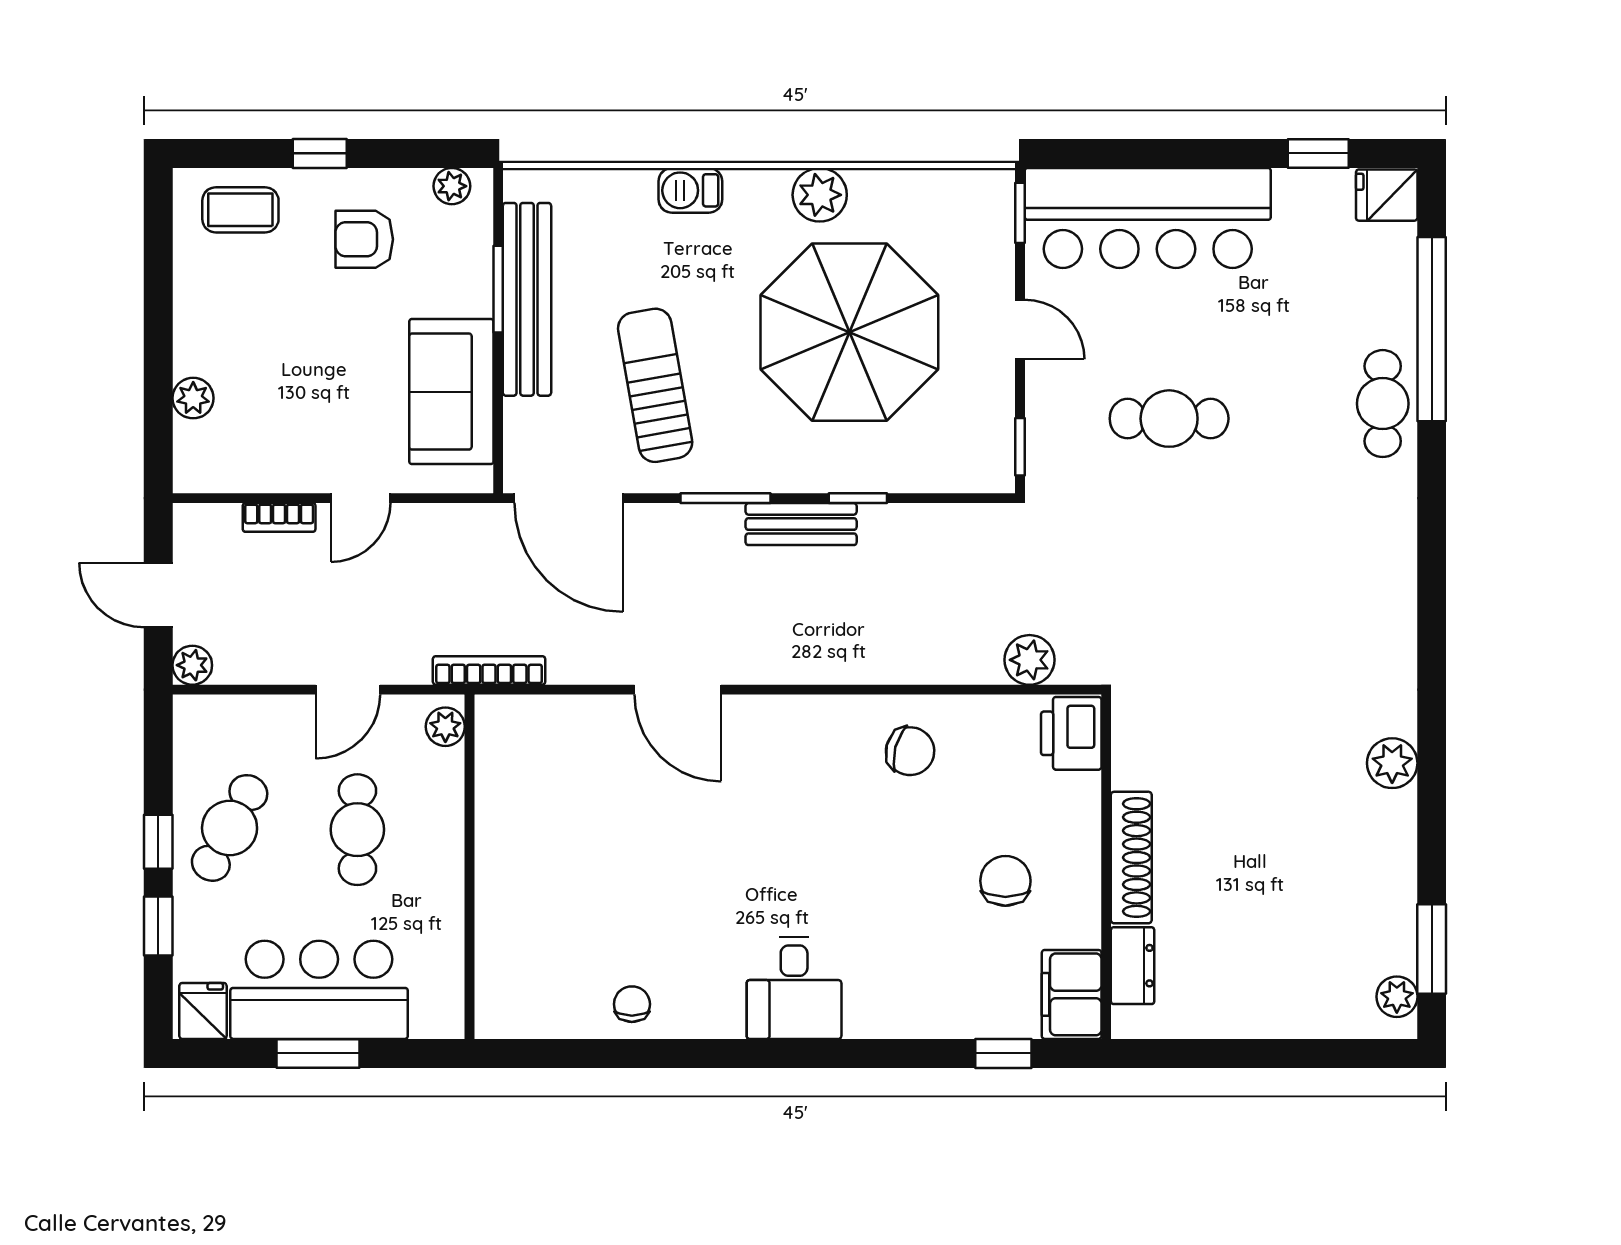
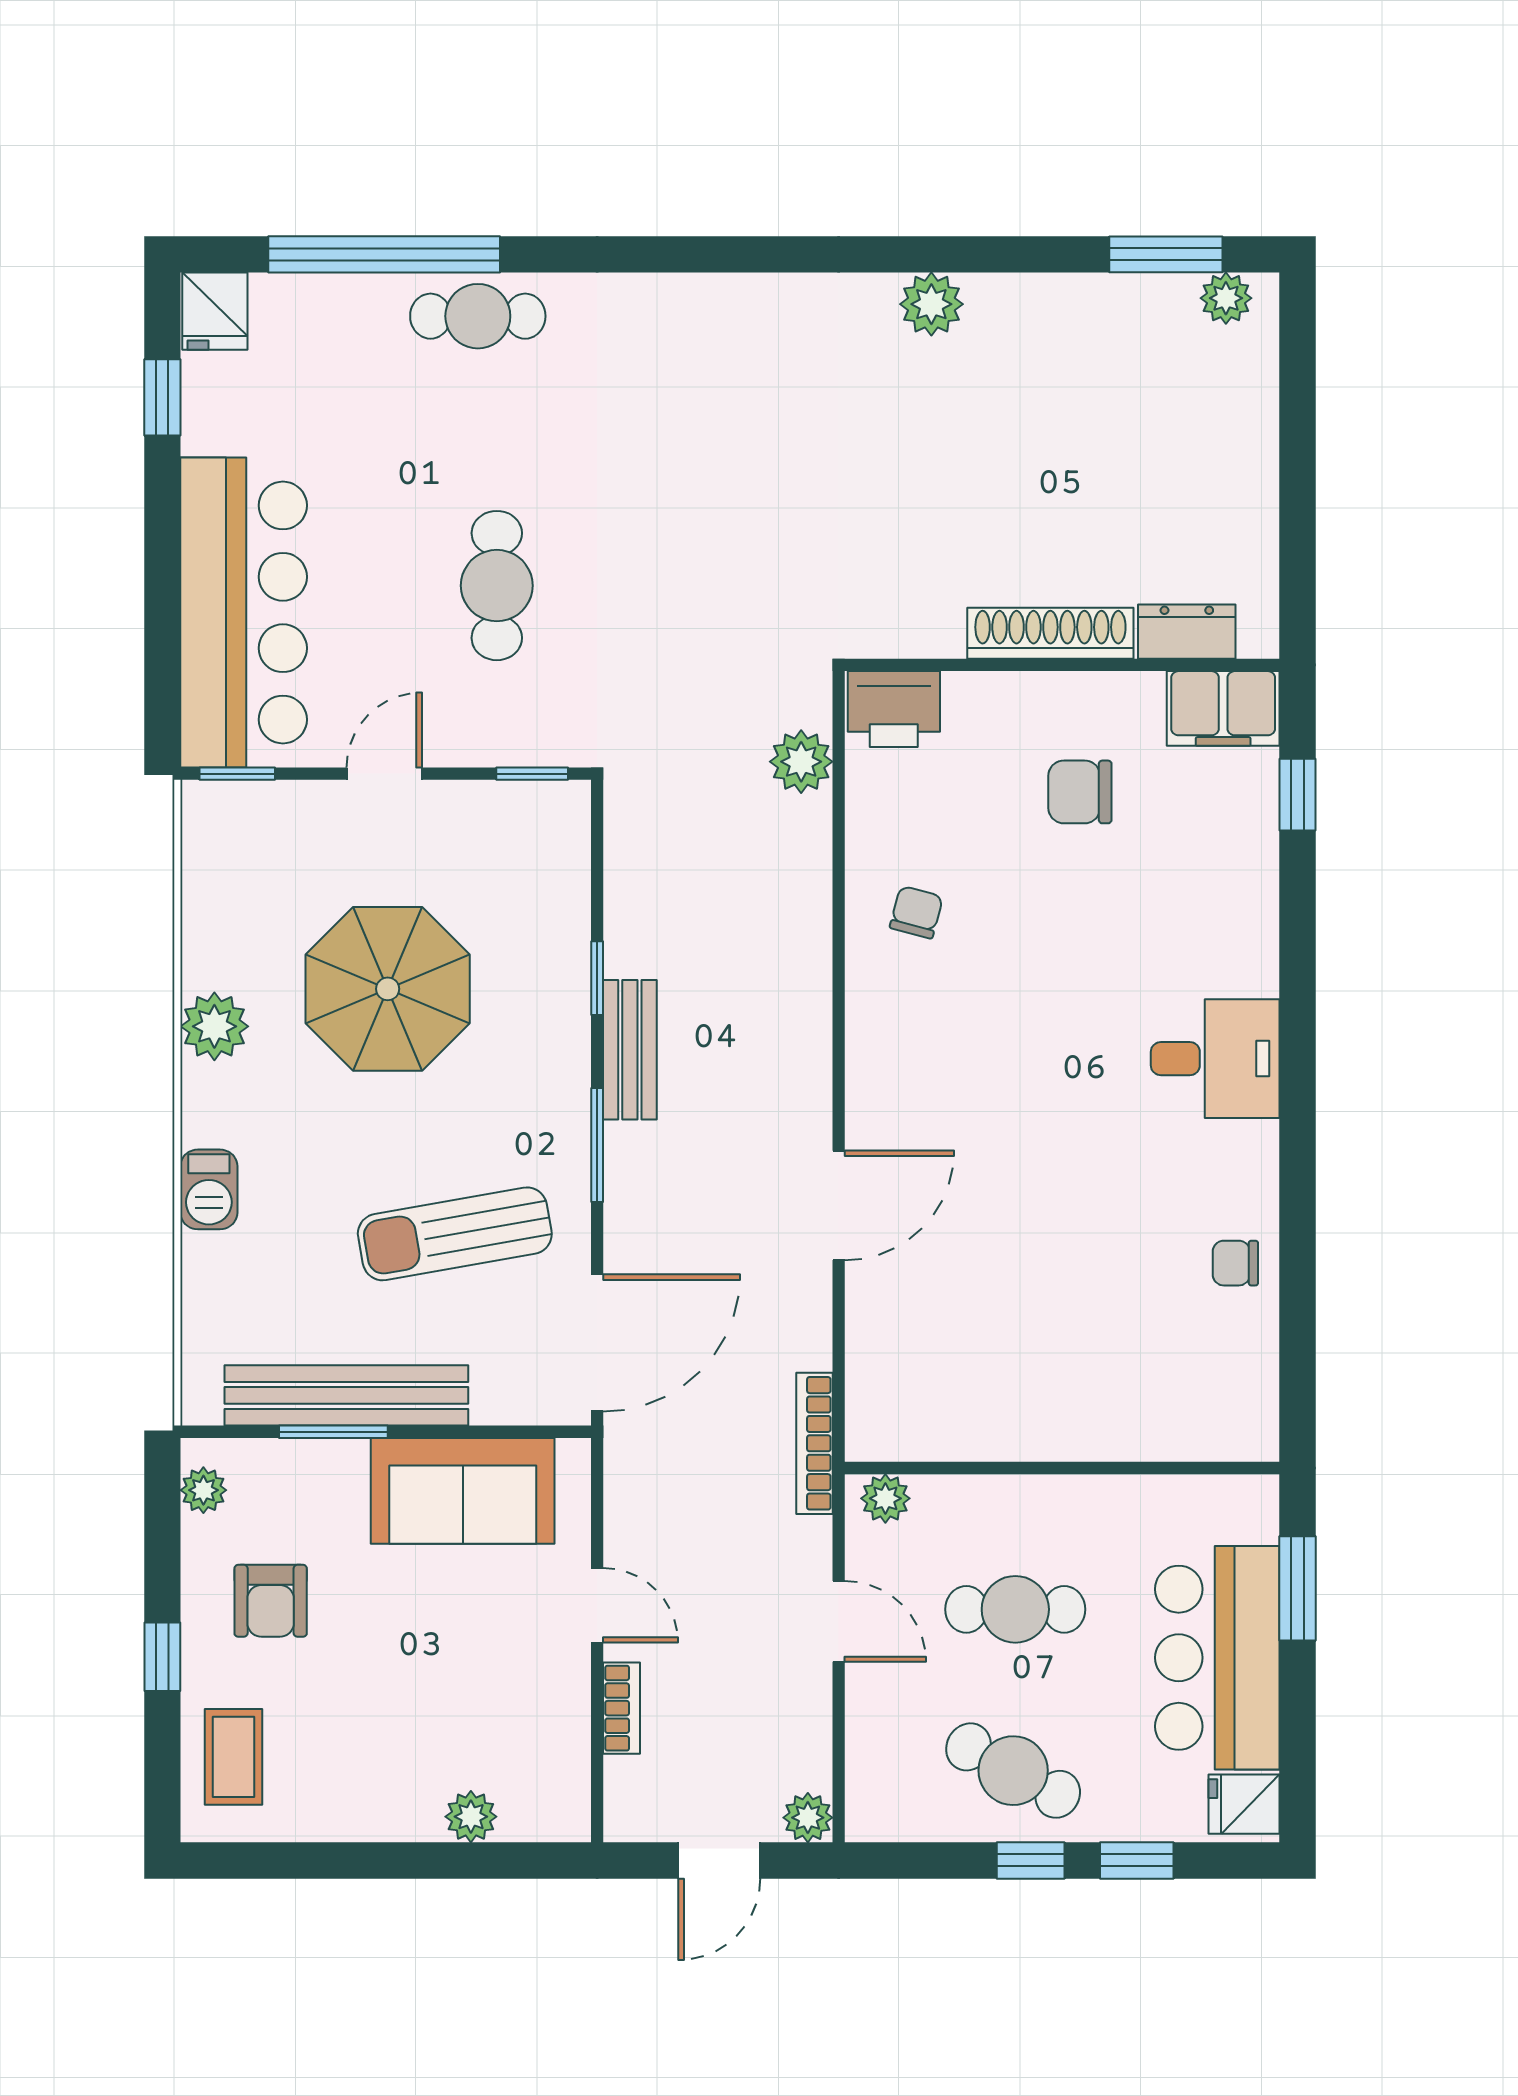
parasol: (849, 332) -> (388, 989), width x0.73, depth x0.73
chair: (910, 751) -> (916, 912), width x0.73, depth x0.73
window: (318, 1053) -> (1297, 1588), moved

